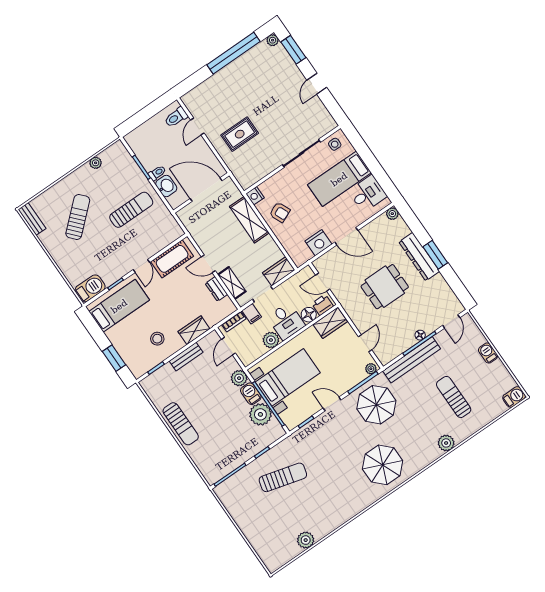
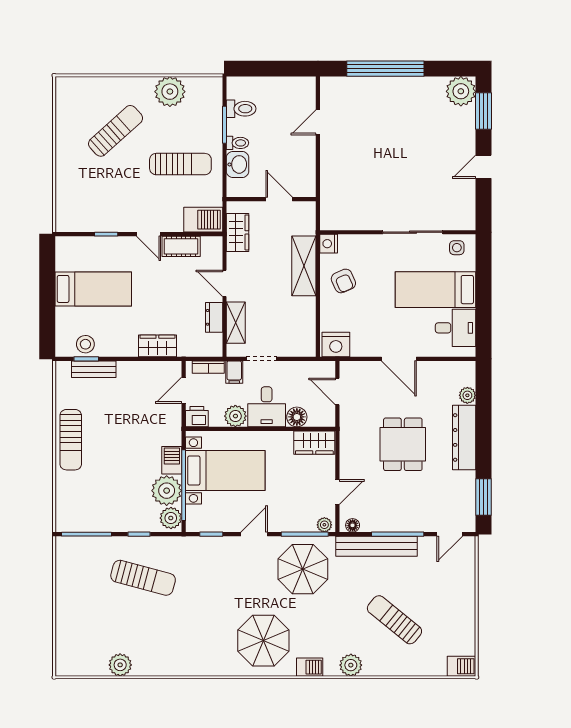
plant: (273, 40) -> (461, 91), width x1.88, depth x1.88
window: (234, 53) -> (385, 69), moved
toilet: (176, 117) -> (241, 109), moved, turned 180
rug: (240, 134) -> (359, 163), removed
plant: (96, 163) -> (170, 92), width x1.87, depth x1.87
door: (206, 190) -> (279, 199), width x0.53
plant: (392, 214) -> (467, 395), moved
bench: (32, 219) -> (63, 98), removed
nightstand: (318, 243) -> (336, 344), moved
window: (435, 255) -> (483, 497), moved
cot: (172, 259) -> (181, 246), width x0.73, depth x0.75
door: (141, 266) -> (148, 234), hinge flipped
wardrobe: (279, 271) -> (237, 232), moved, turned 90
dining table: (385, 287) -> (403, 444), turned 90
barbecue: (90, 288) -> (203, 220), moved
printer: (322, 305) -> (197, 417), moved
bed: (119, 306) -> (93, 289), moved
floor lamp: (420, 335) -> (353, 525), moved
stool: (157, 339) -> (85, 344), moved
barbecue: (488, 353) -> (310, 667), moved, turned 90
bench: (186, 357) -> (94, 369), moved
window: (114, 358) -> (47, 316), removed
plant: (239, 378) -> (171, 518), moved
sun lounger: (454, 397) -> (394, 620), turned -51
door: (332, 404) -> (254, 534), hinge flipped

